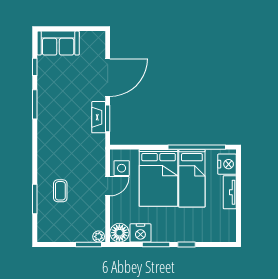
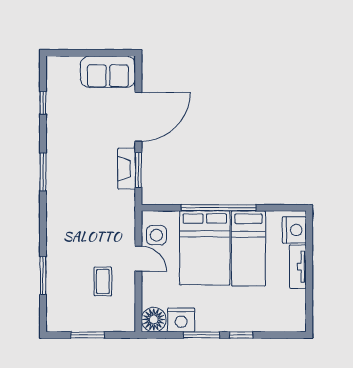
sofa: (58, 43) -> (108, 72), moved
window: (35, 104) -> (43, 172), moved
window: (197, 147) -> (219, 208), moved
door: (108, 186) -> (138, 259), hinge flipped
coffee table: (60, 191) -> (103, 281), moved
plant: (99, 237) -> (126, 325), removed
window: (88, 244) -> (88, 335), moved

